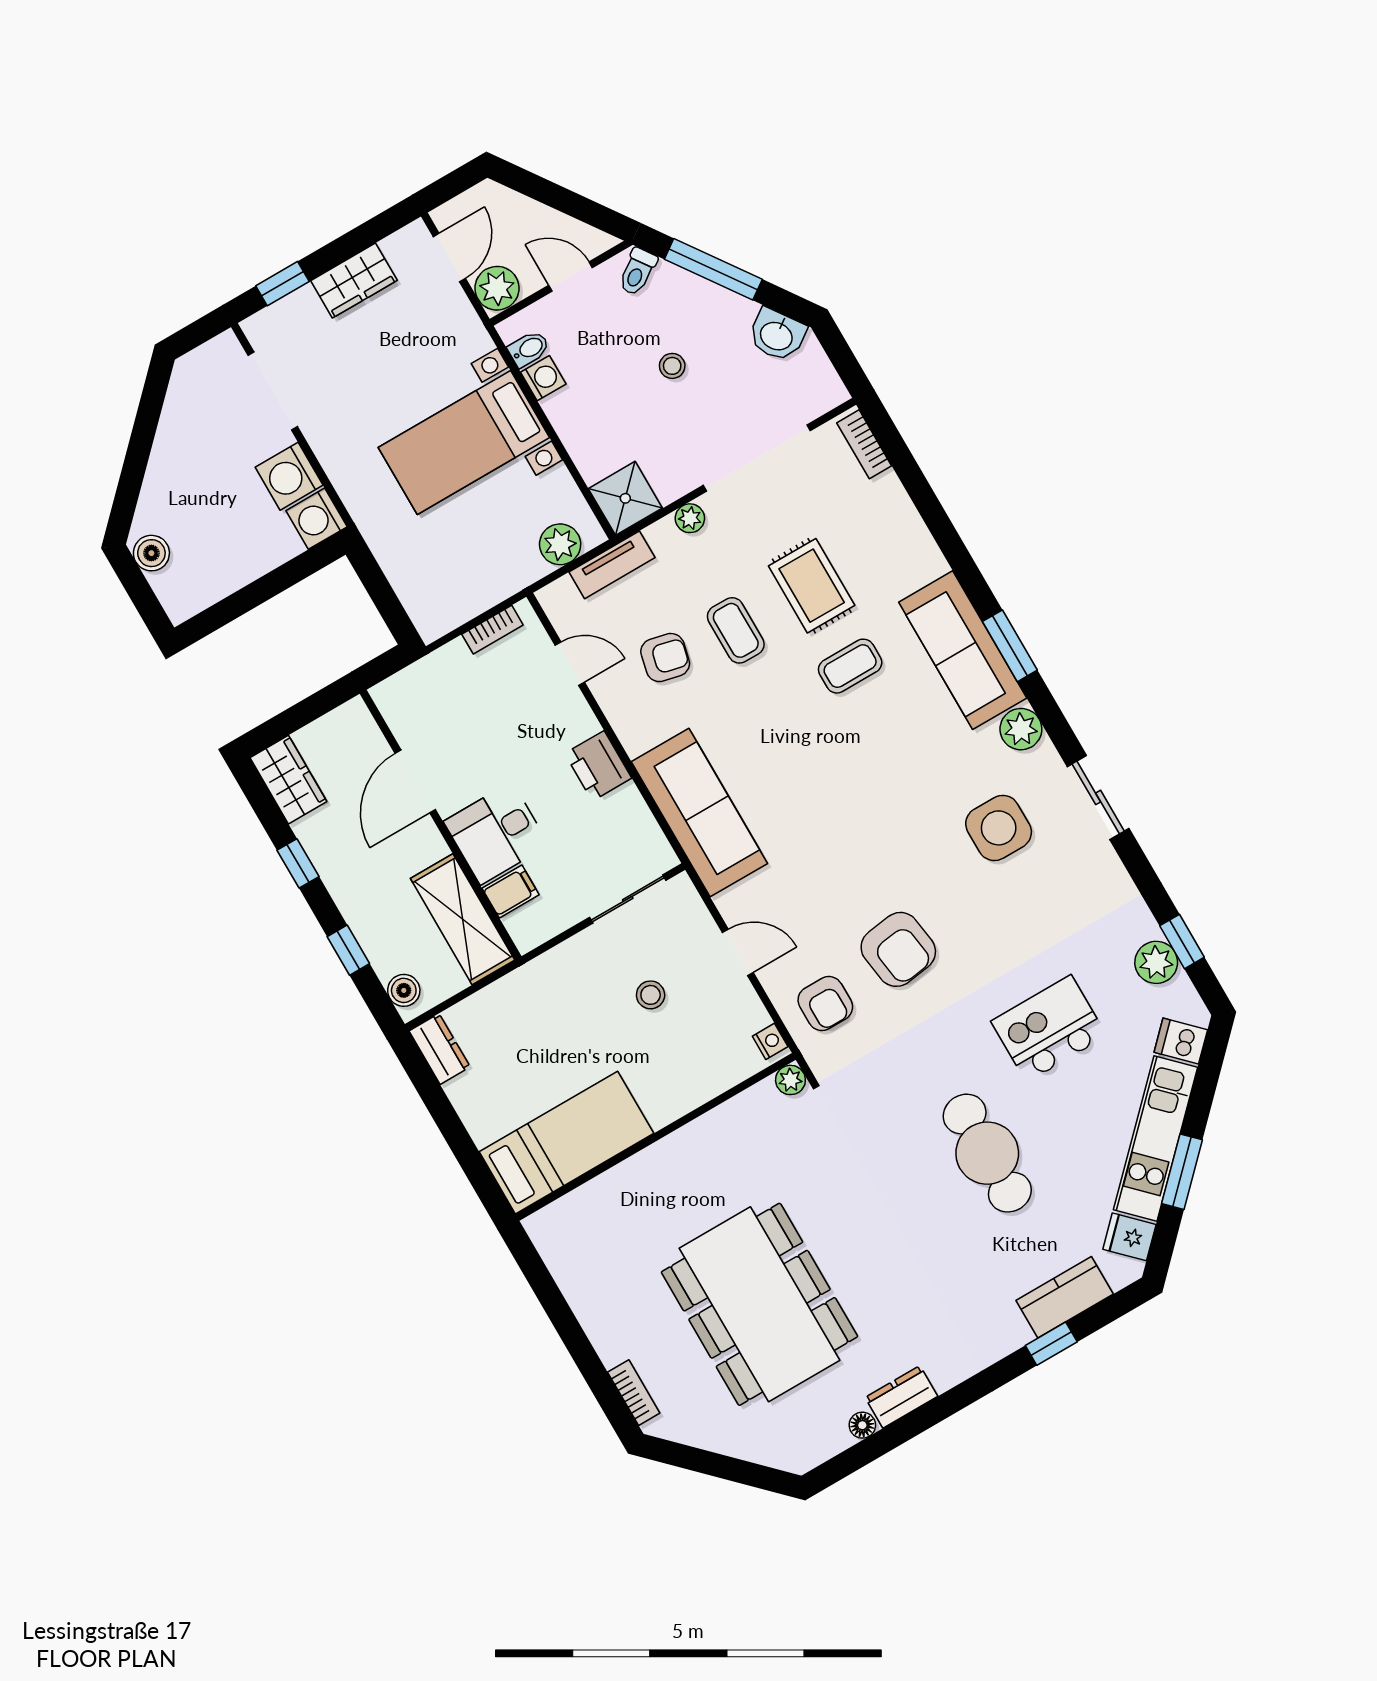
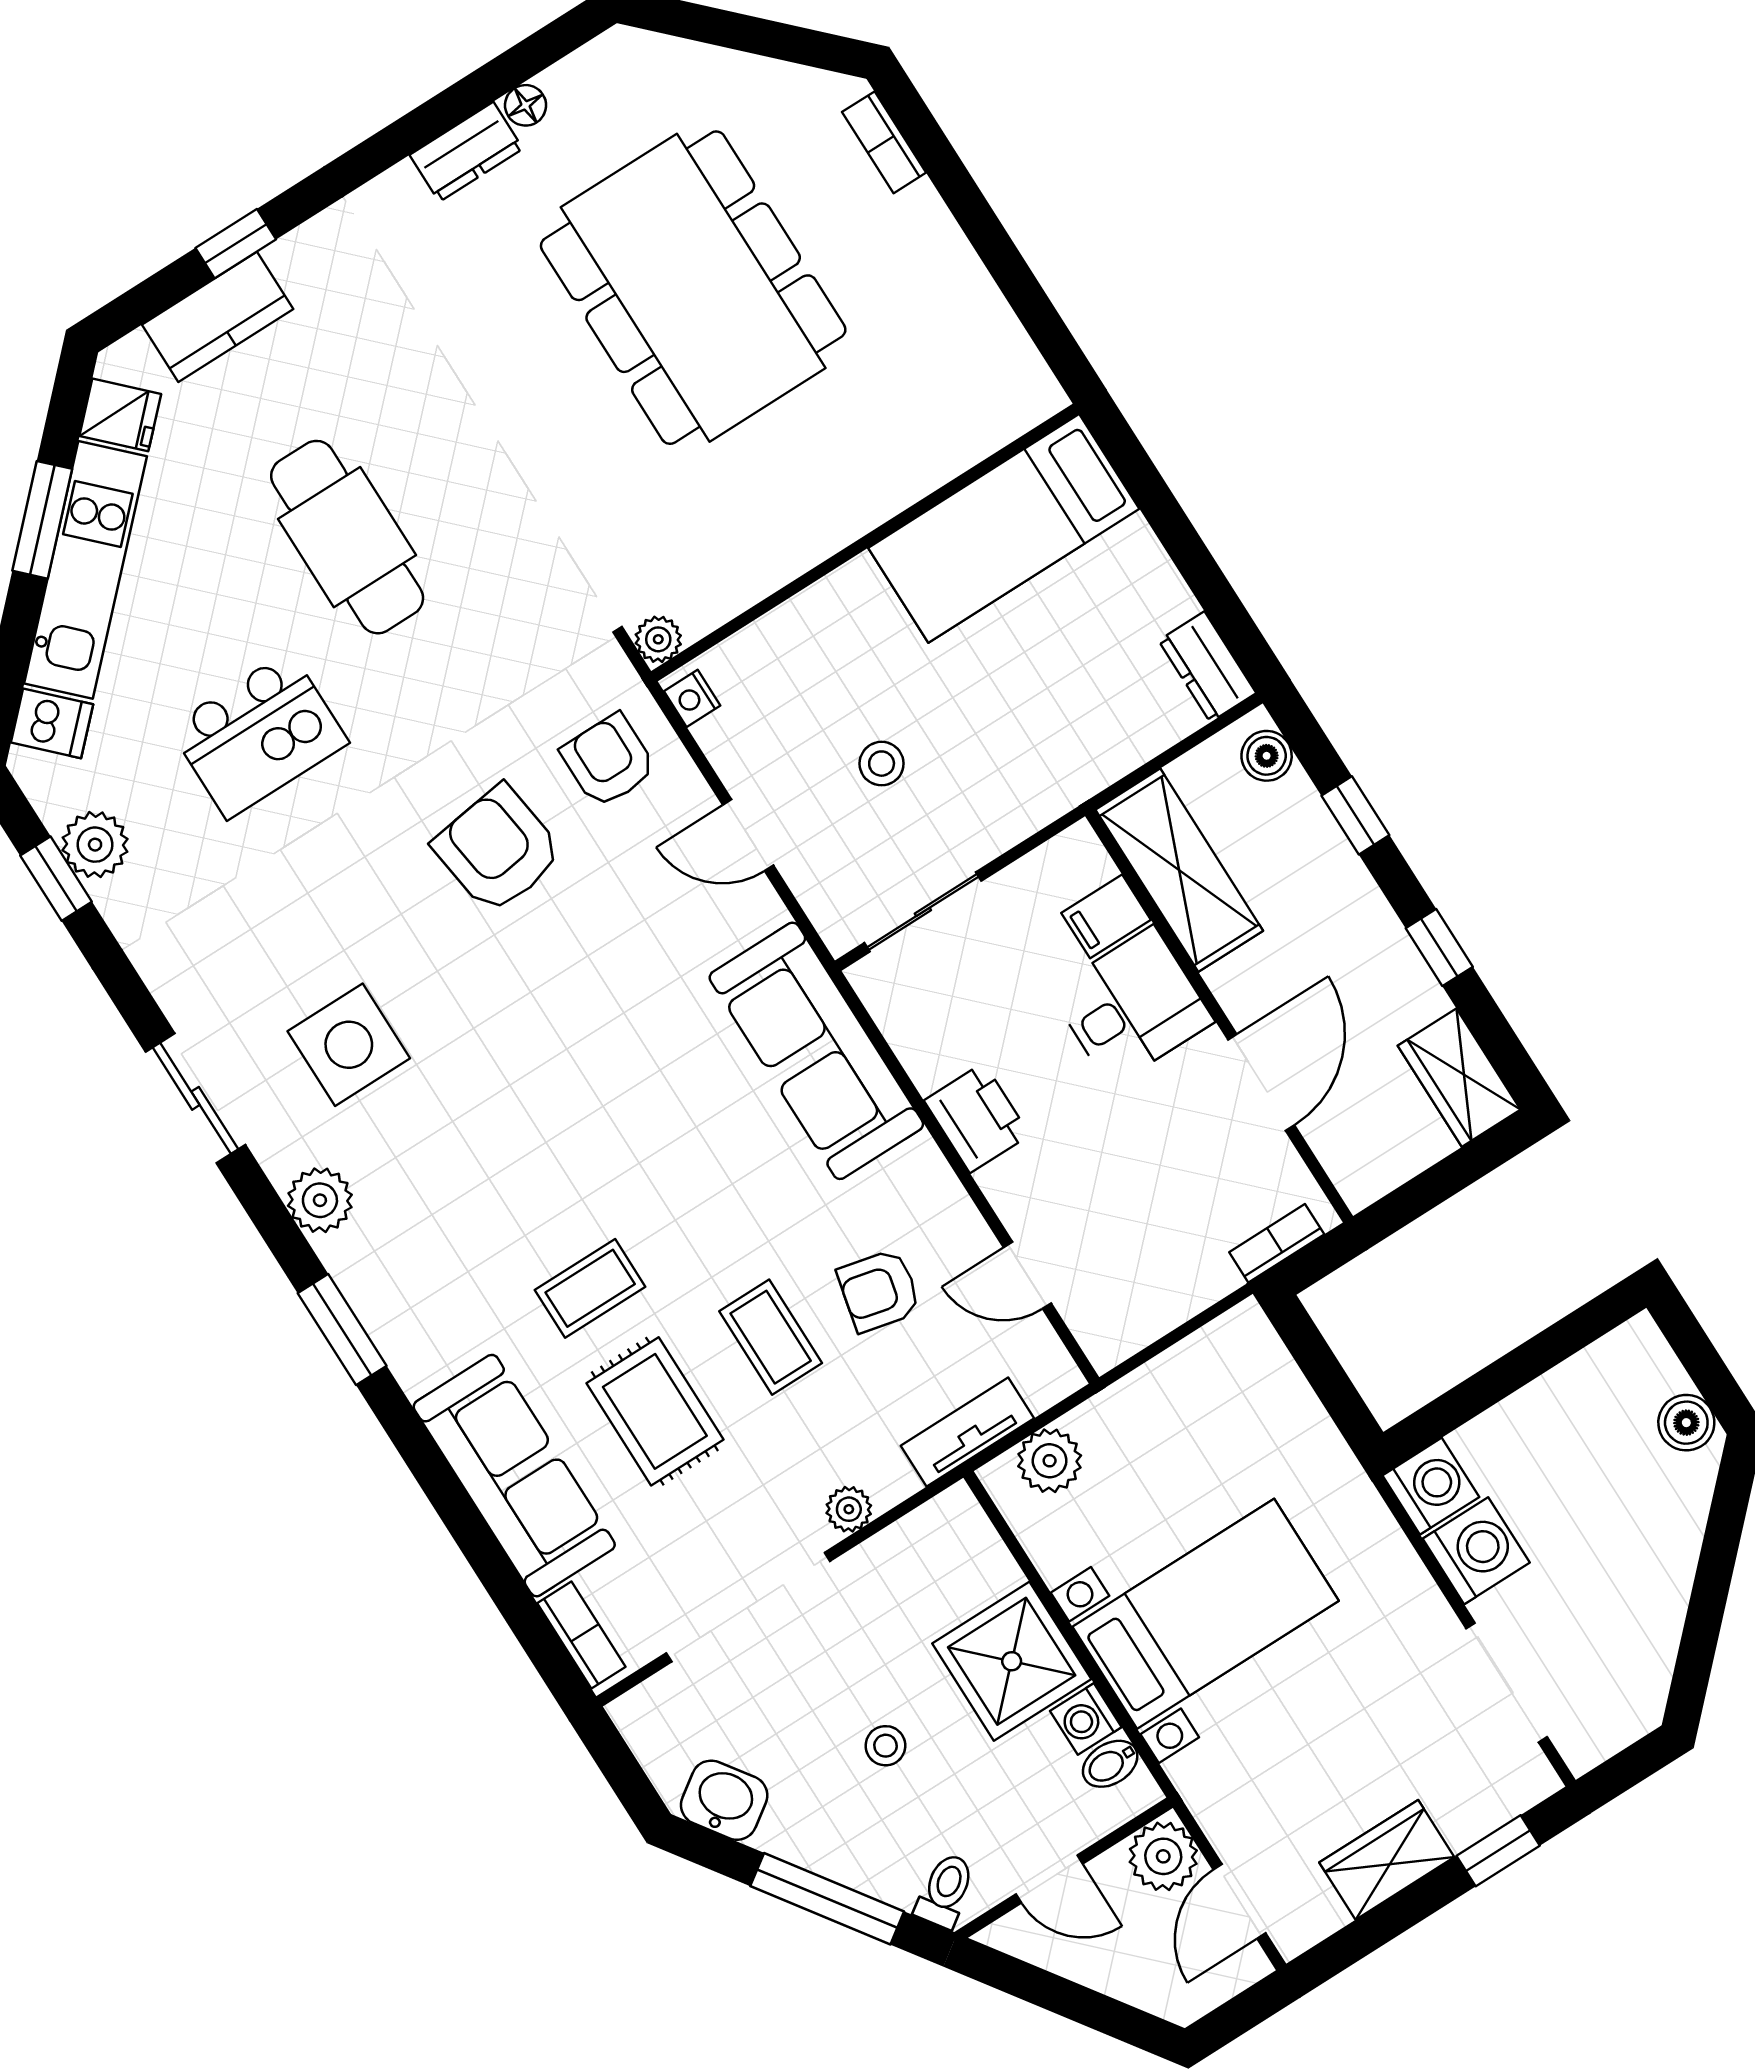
shower: (625, 498) -> (1012, 1661), moved, width x1.36, depth x1.36
bookcase: (492, 630) -> (1277, 1243), moved
sofa: (963, 650) -> (514, 1476), moved

